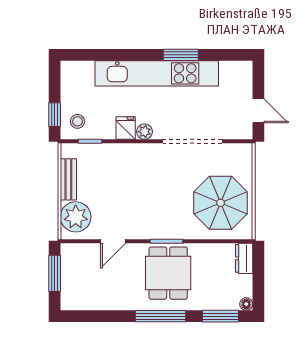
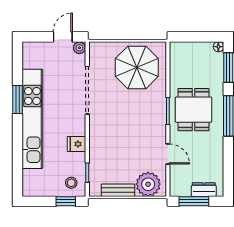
plant: (144, 132) -> (79, 48), moved
dresser: (244, 258) -> (204, 190), moved, turned 180
dining table: (168, 273) -> (193, 110), turned 90

